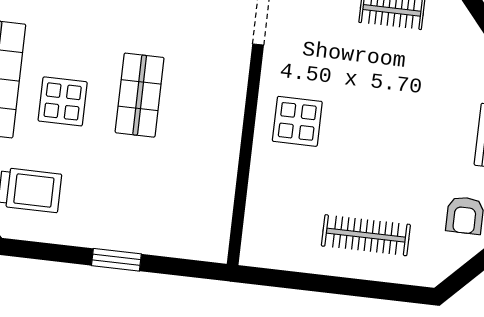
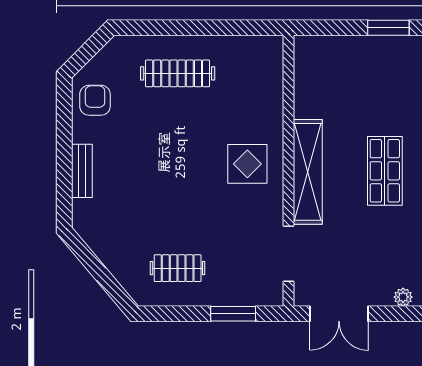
shelving: (229, 104) -> (308, 172), added

